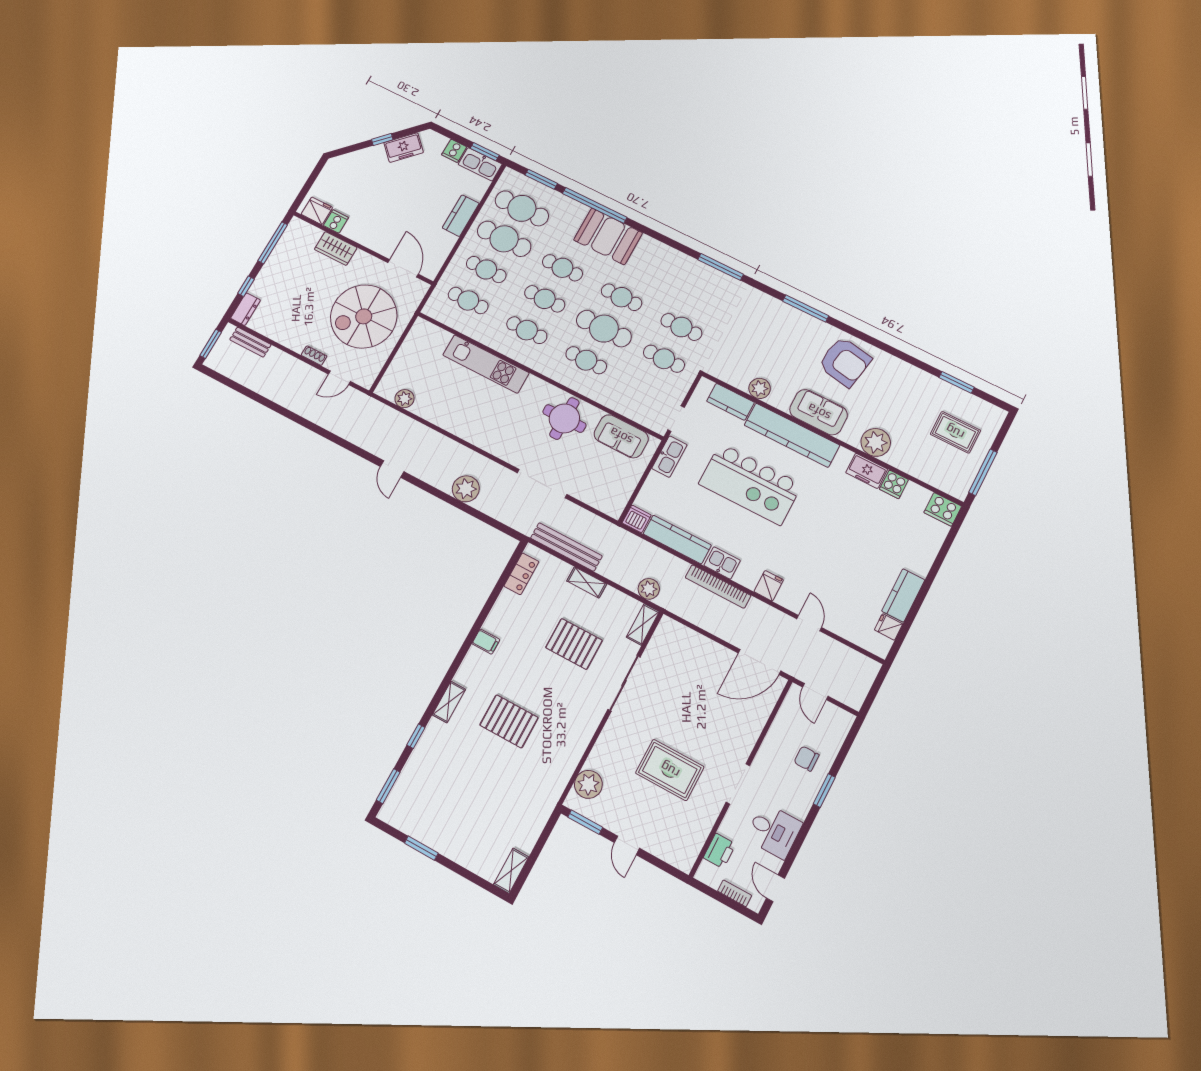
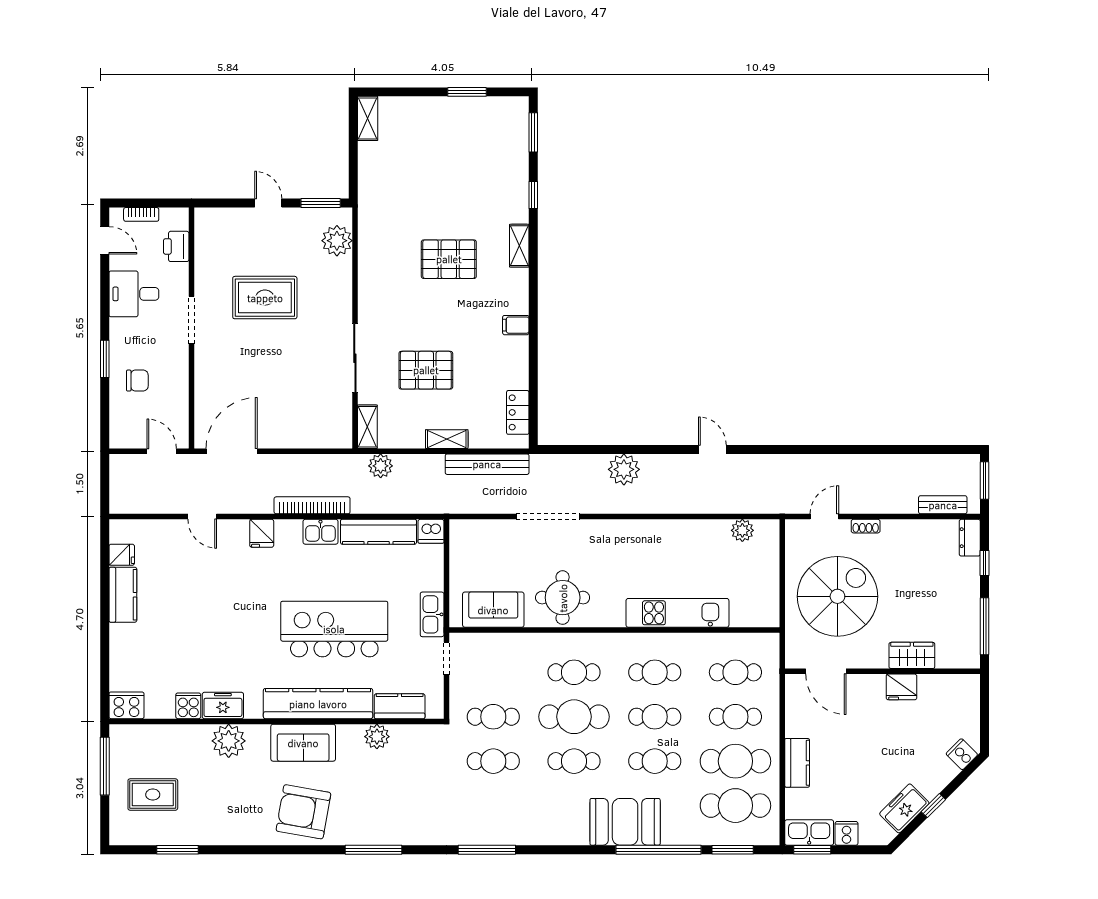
fridge: (317, 211) -> (902, 687), moved
cooker: (336, 221) -> (962, 754), moved, turned 135

